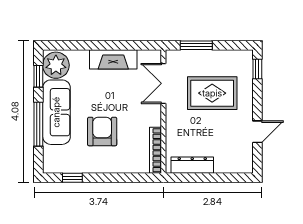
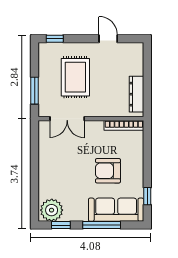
fireplace: (113, 59) -> (46, 161), removed
sofa: (56, 112) -> (116, 210), moved

